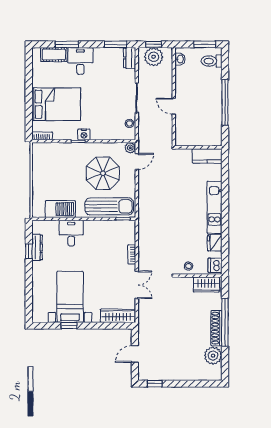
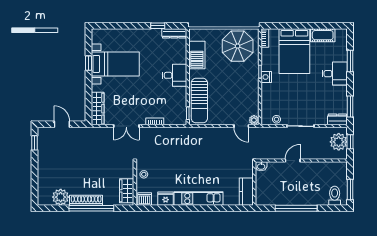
cot: (54, 55) -> (323, 35), moved, turned 90
washbasin: (180, 59) -> (261, 166), moved
parasol: (103, 173) -> (238, 46), moved
desk: (71, 233) -> (175, 75), moved
dresser: (37, 247) -> (174, 33), moved

